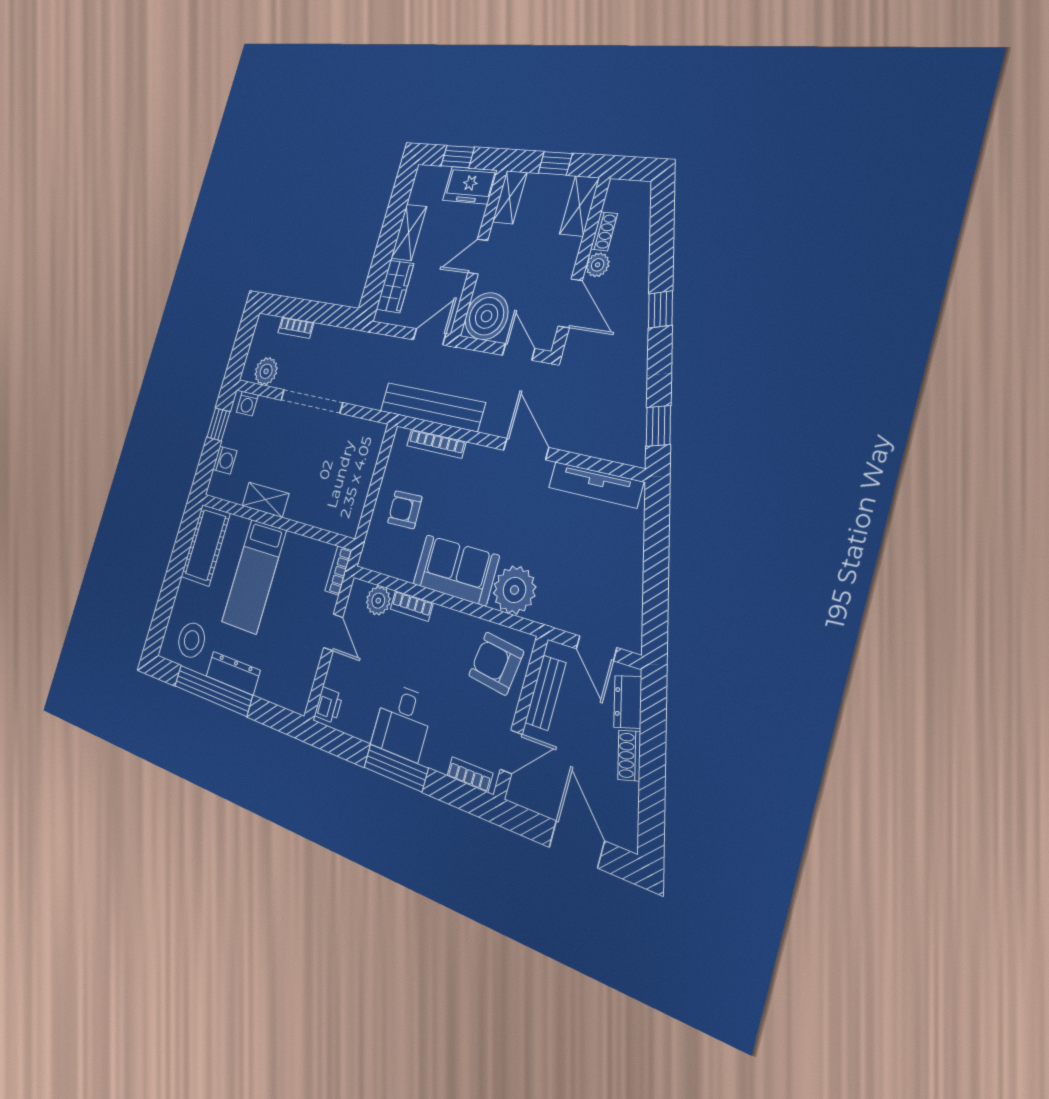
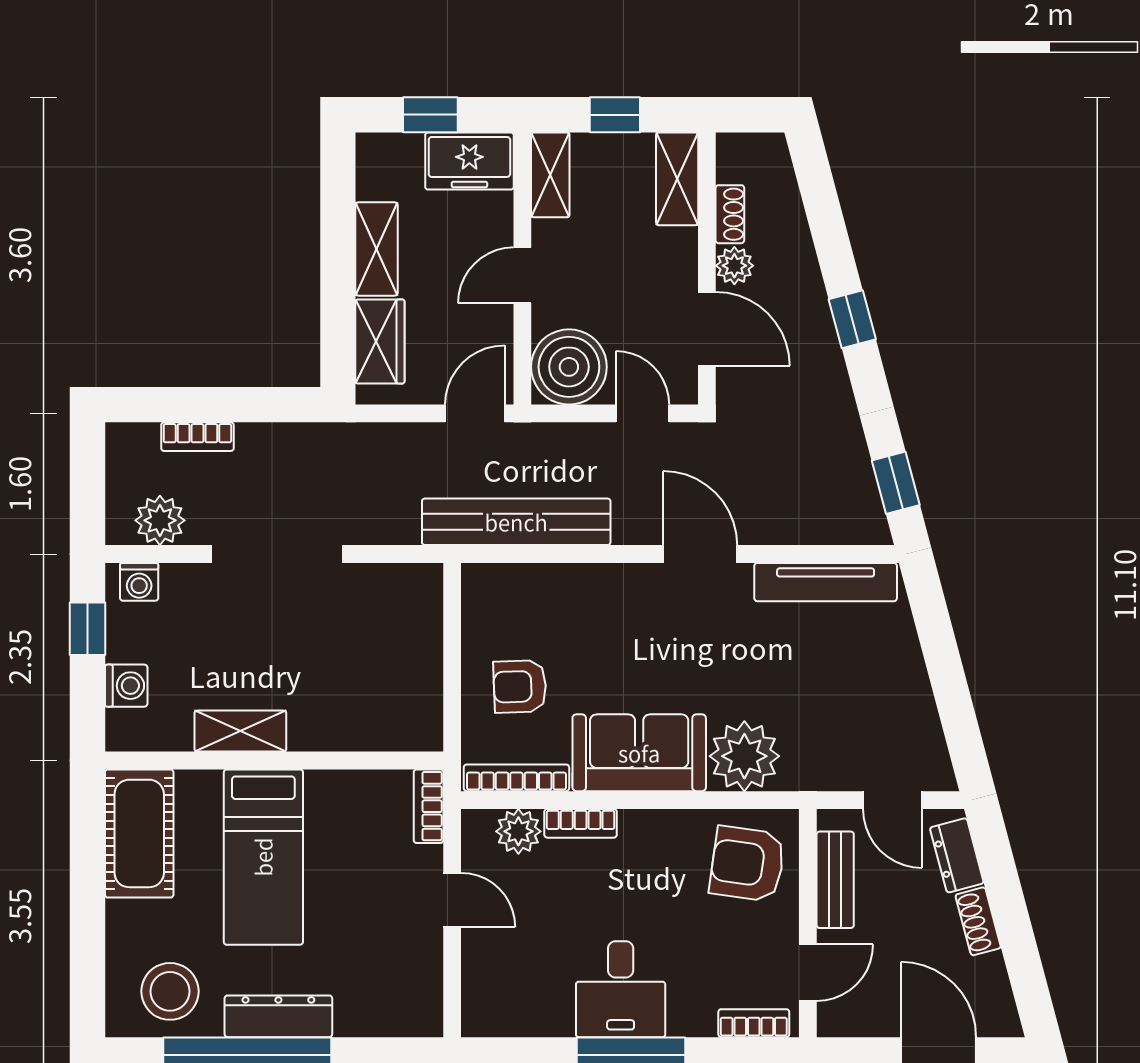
bookcase: (436, 444) -> (516, 778), moved, turned 180
printer: (329, 705) -> (482, 1007), removed

